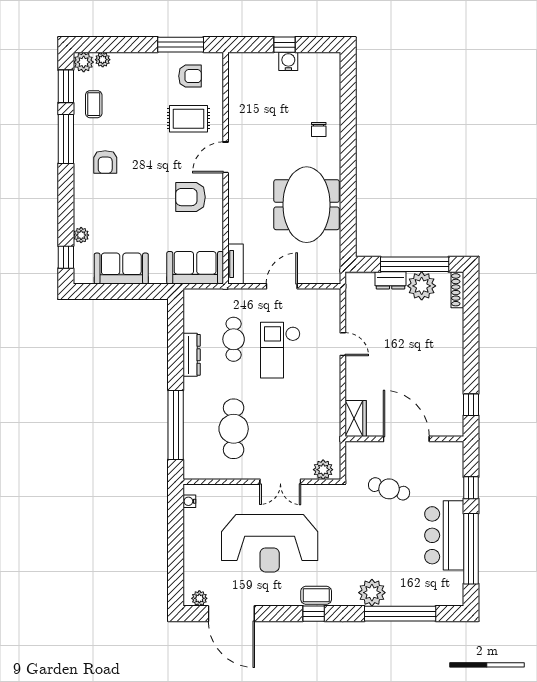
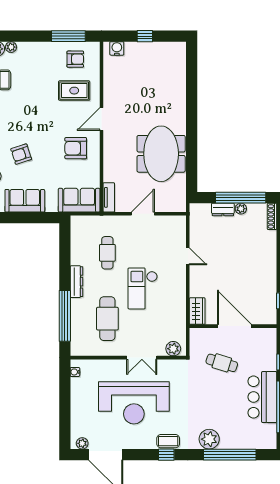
water cooler: (288, 61) -> (117, 48), moved
chair: (319, 129) -> (170, 98), removed
armchair: (105, 162) -> (21, 154), moved, turned 72
plant: (422, 286) -> (241, 209), width x0.53, depth x0.53
checkout: (280, 350) -> (143, 288), moved
dresser: (192, 355) -> (76, 282), moved

